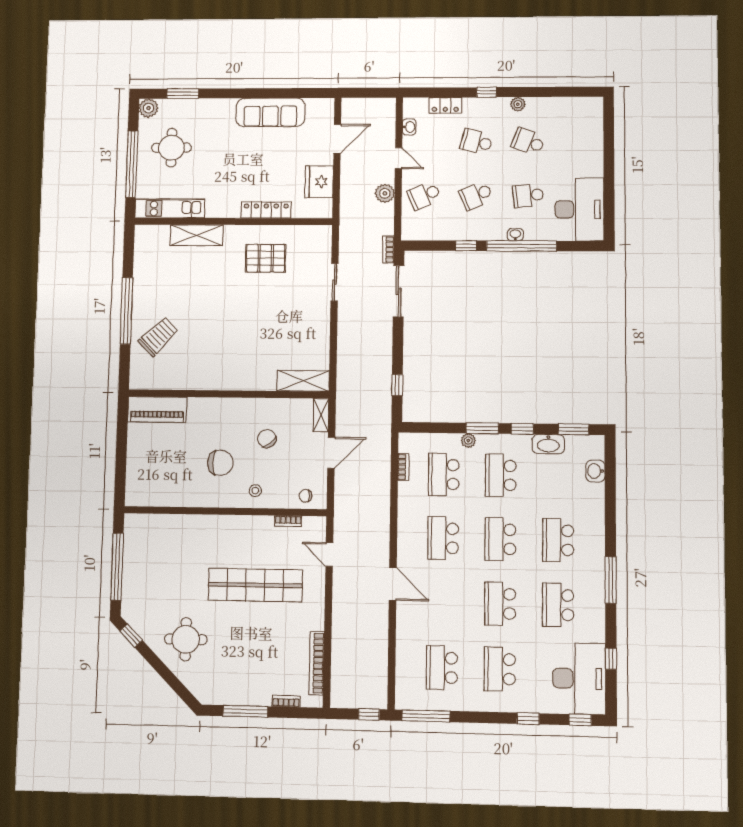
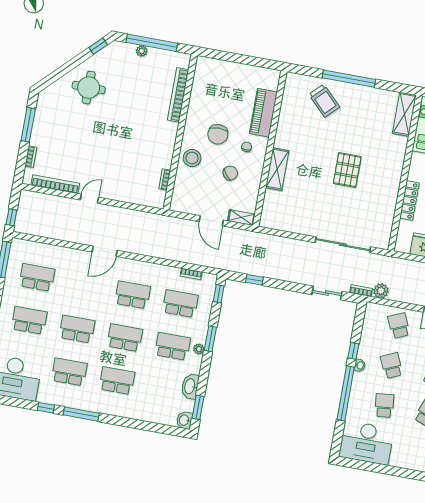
plant: (385, 193) -> (381, 291), moved
shelving: (197, 235) -> (404, 114), moved
washbasin: (515, 235) -> (360, 365), moved
pallet: (266, 258) -> (347, 170), moved
sliding door: (334, 282) -> (343, 245), width x1.86
sliding door: (398, 291) -> (327, 293), width x0.73
shelving: (303, 381) -> (277, 169), moved
piano: (157, 409) -> (263, 113), moved
window: (522, 429) -> (219, 294), moved
plant: (468, 441) -> (199, 349), moved
washbasin: (595, 471) -> (184, 420), moved, turned -90
stool: (255, 491) -> (192, 158), width x1.89, depth x1.89
chair: (305, 496) -> (247, 147), moved
bookcase: (178, 522) -> (178, 95), added
door: (329, 555) -> (90, 199), moved
plant: (129, 578) -> (142, 51), added
shop shelf: (255, 585) -> (121, 147), removed
window: (611, 659) -> (46, 408), moved

